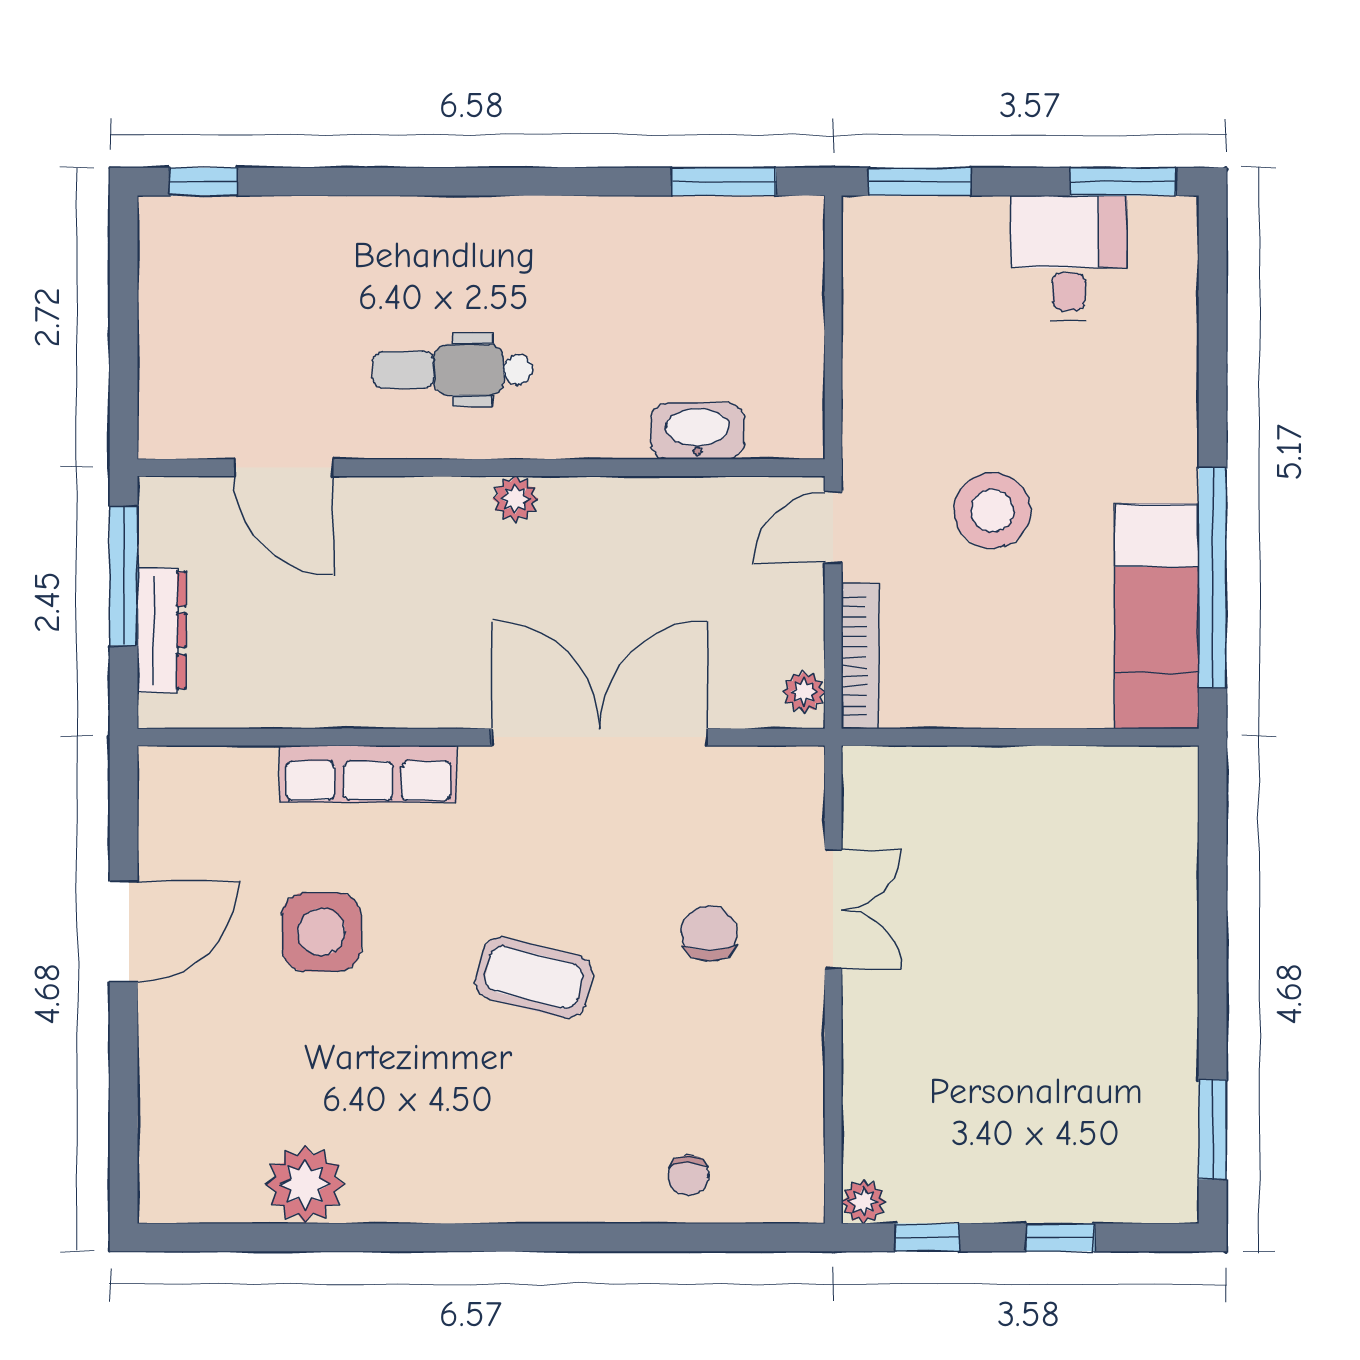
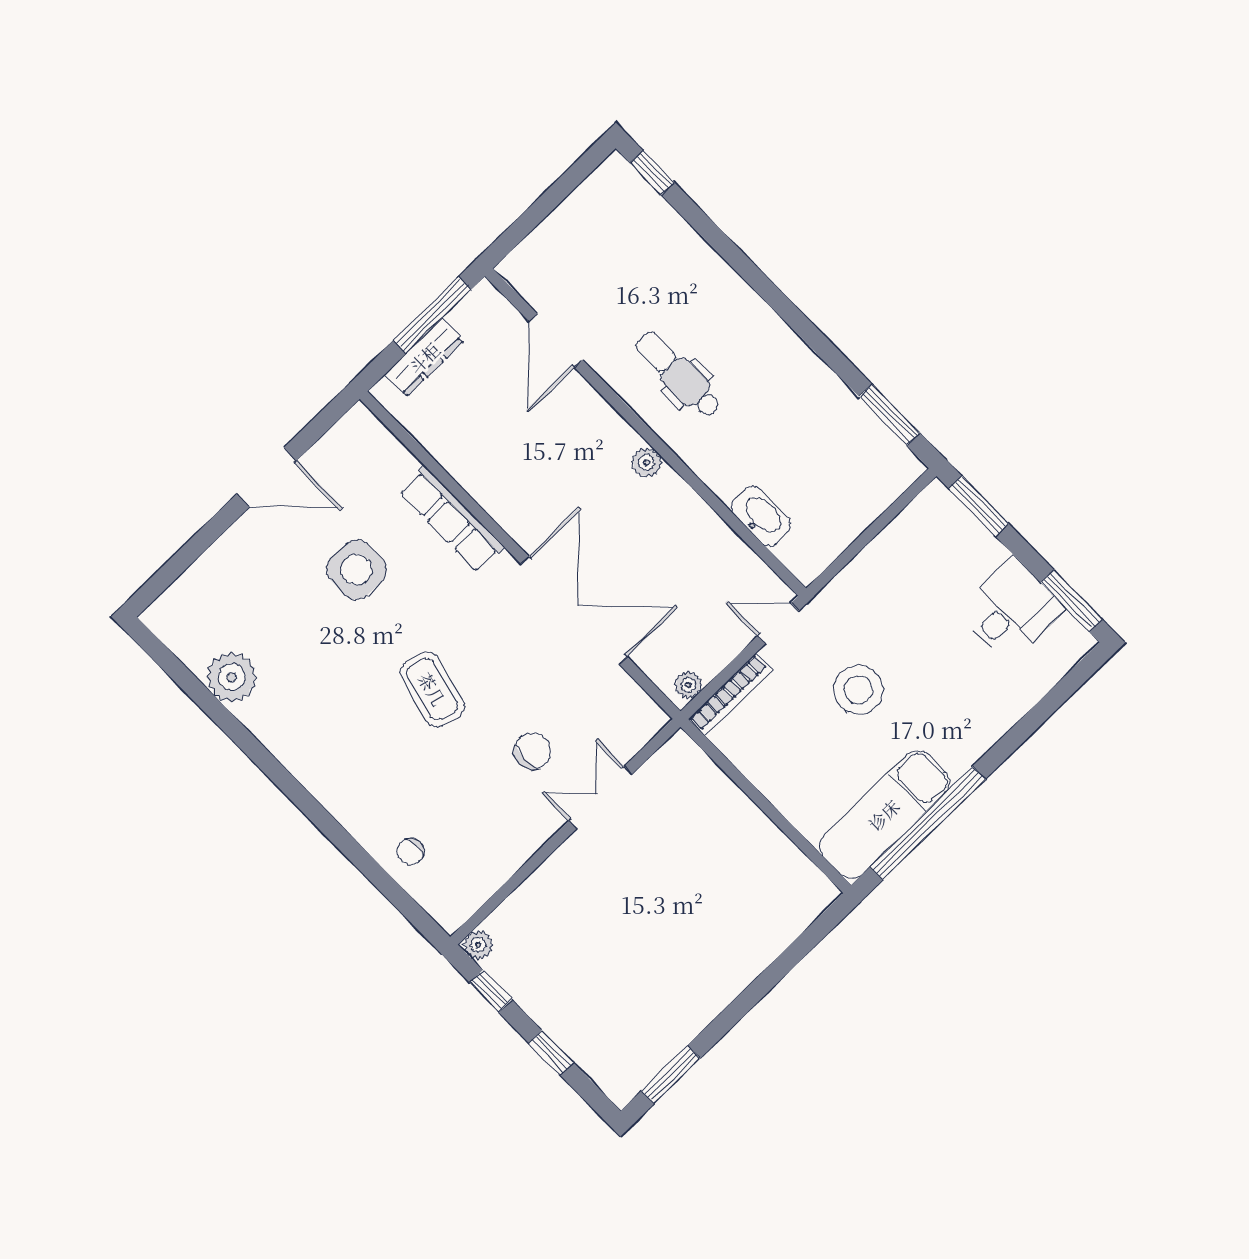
double door: (833, 909) -> (600, 797), swing flipped

